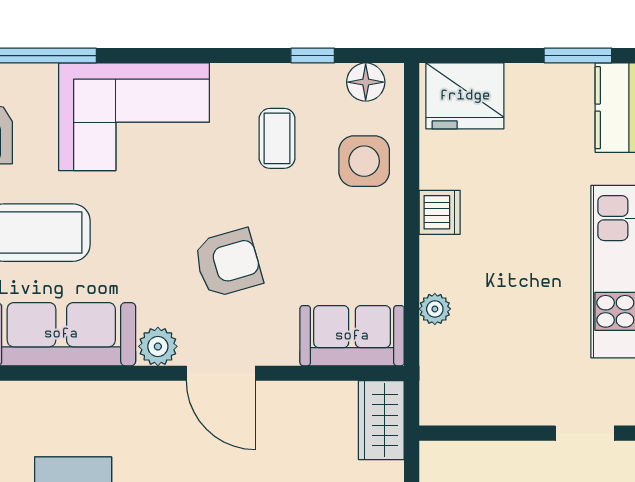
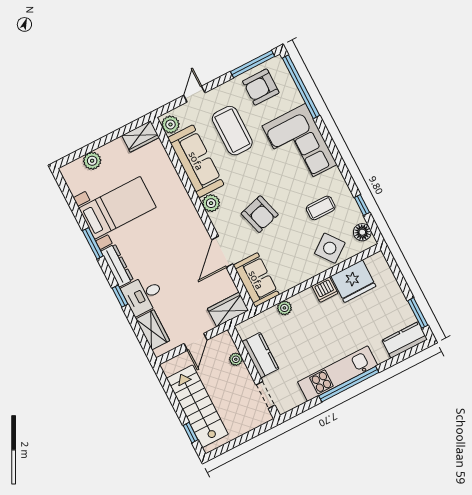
fridge: (465, 96) -> (353, 281), moved, turned -90
side table: (364, 161) -> (330, 248), turned -37
door: (221, 373) -> (222, 252), moved
kitchen counter: (502, 403) -> (260, 355), added
plant: (486, 455) -> (236, 359), added

